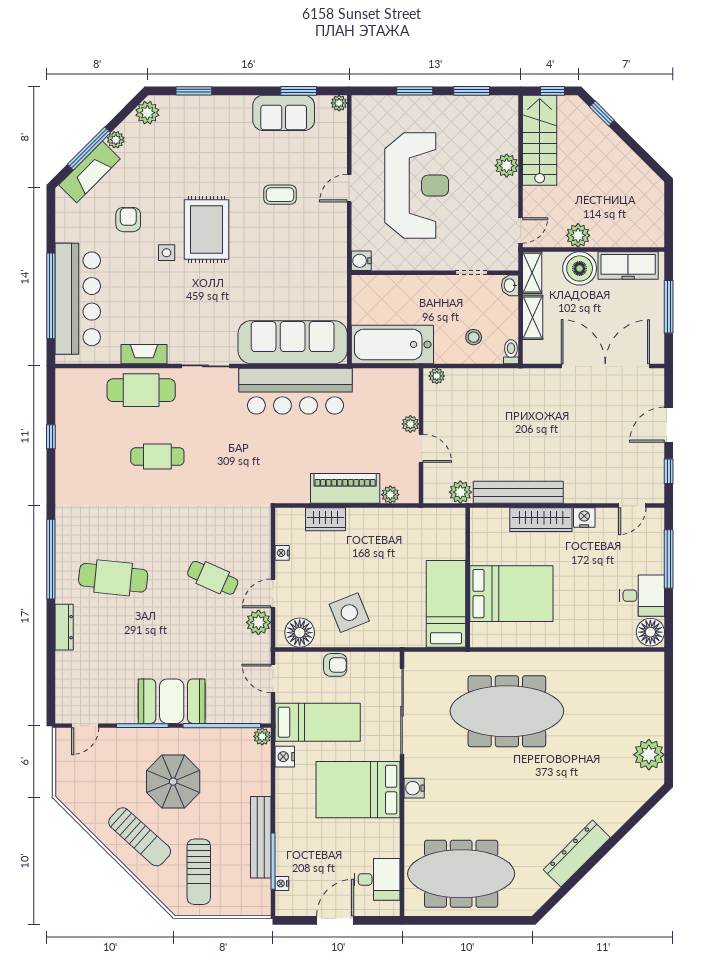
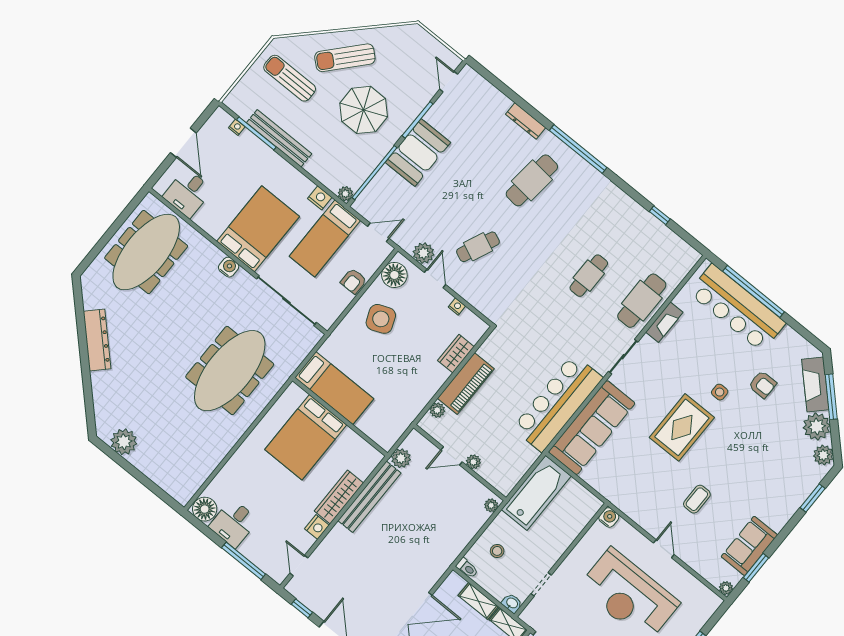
plant: (116, 140) -> (817, 427), width x1.88, depth x1.88
rug: (206, 229) -> (682, 427), moved, turned 90

